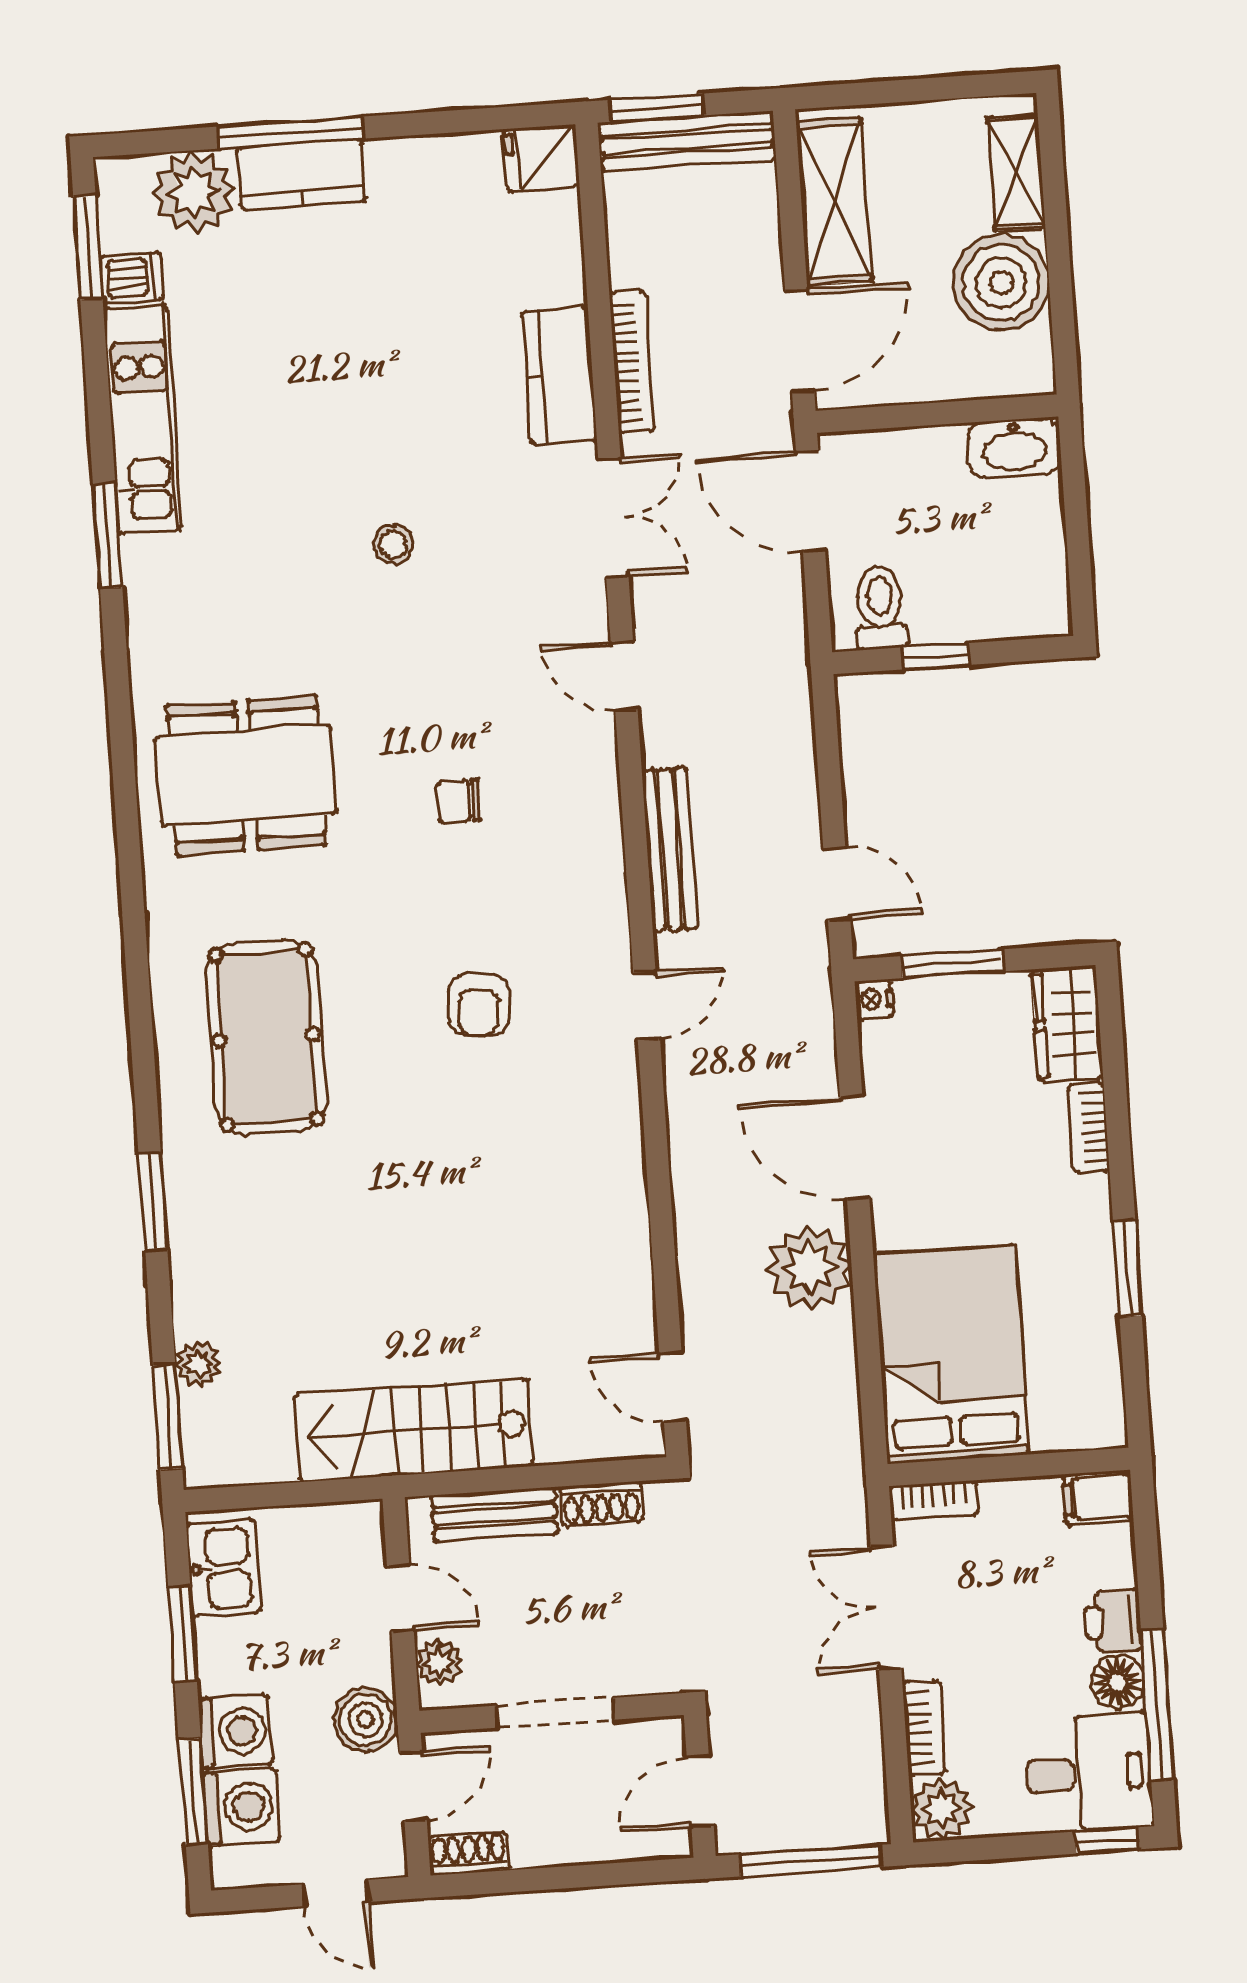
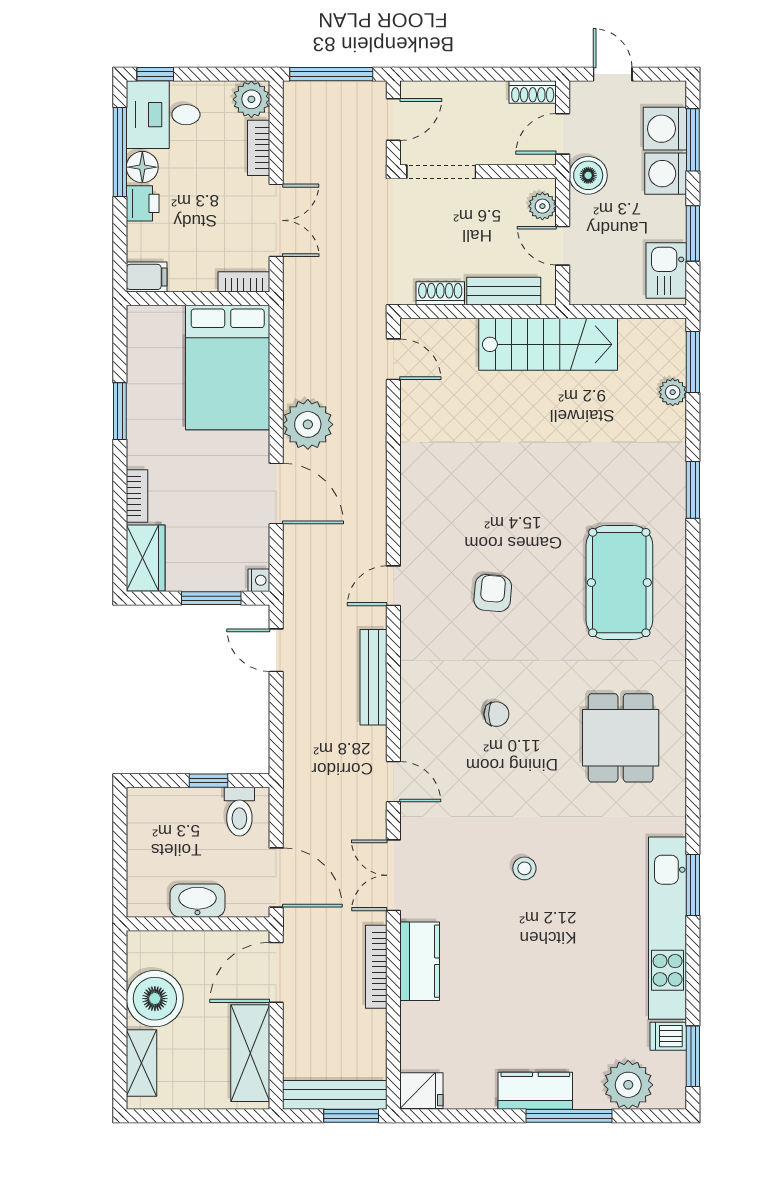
kitchen counter: (301, 174) -> (535, 1091), moved
kitchen unit: (143, 419) -> (668, 928), width x1.36
washbasin: (1014, 448) -> (197, 901), moved
dining table: (246, 776) -> (621, 738), width x0.73
doorway: (555, 1713) -> (441, 172), moved

